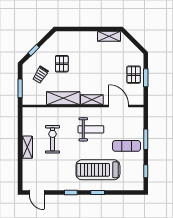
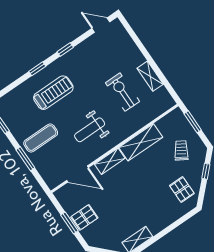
pallet: (62, 64) -> (182, 190), moved
pallet: (134, 75) -> (84, 217), turned 90
exercise bike: (53, 139) -> (122, 92), turned 180
shelving: (27, 147) -> (150, 76), moved
treadmill: (98, 170) -> (53, 93), width x0.73, depth x0.73

